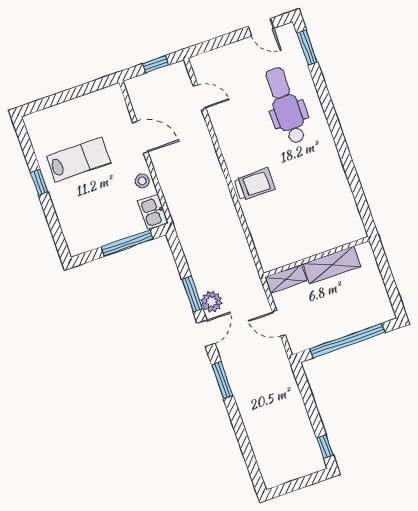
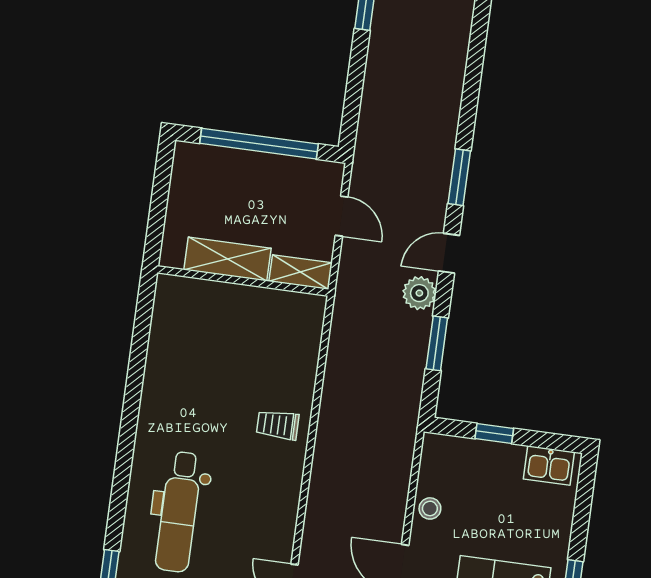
trolley: (254, 184) -> (278, 425), width x0.73, depth x0.72
kitchen sink: (153, 212) -> (549, 465), moved, turned 90
window: (127, 243) -> (494, 433), width x0.46
window: (192, 294) -> (437, 343), moved

